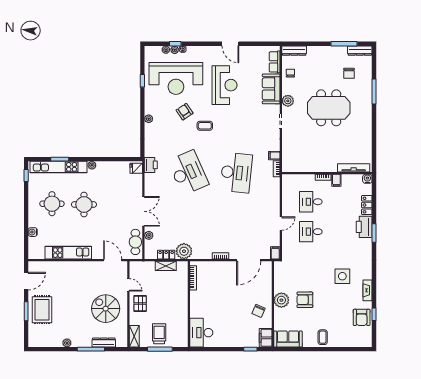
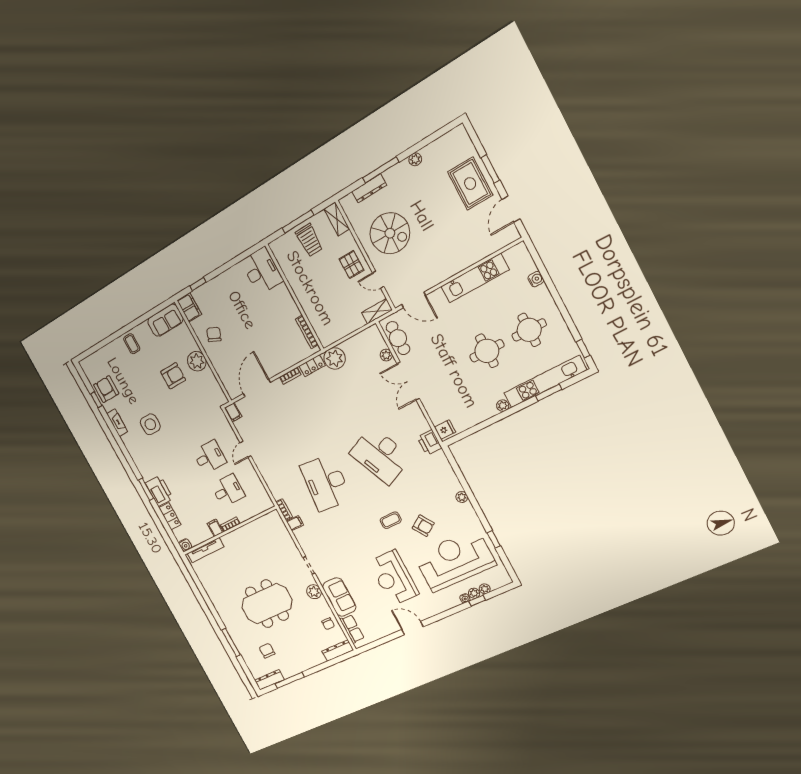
locker: (166, 255) -> (312, 366), moved
shelving: (166, 266) -> (377, 311), moved

